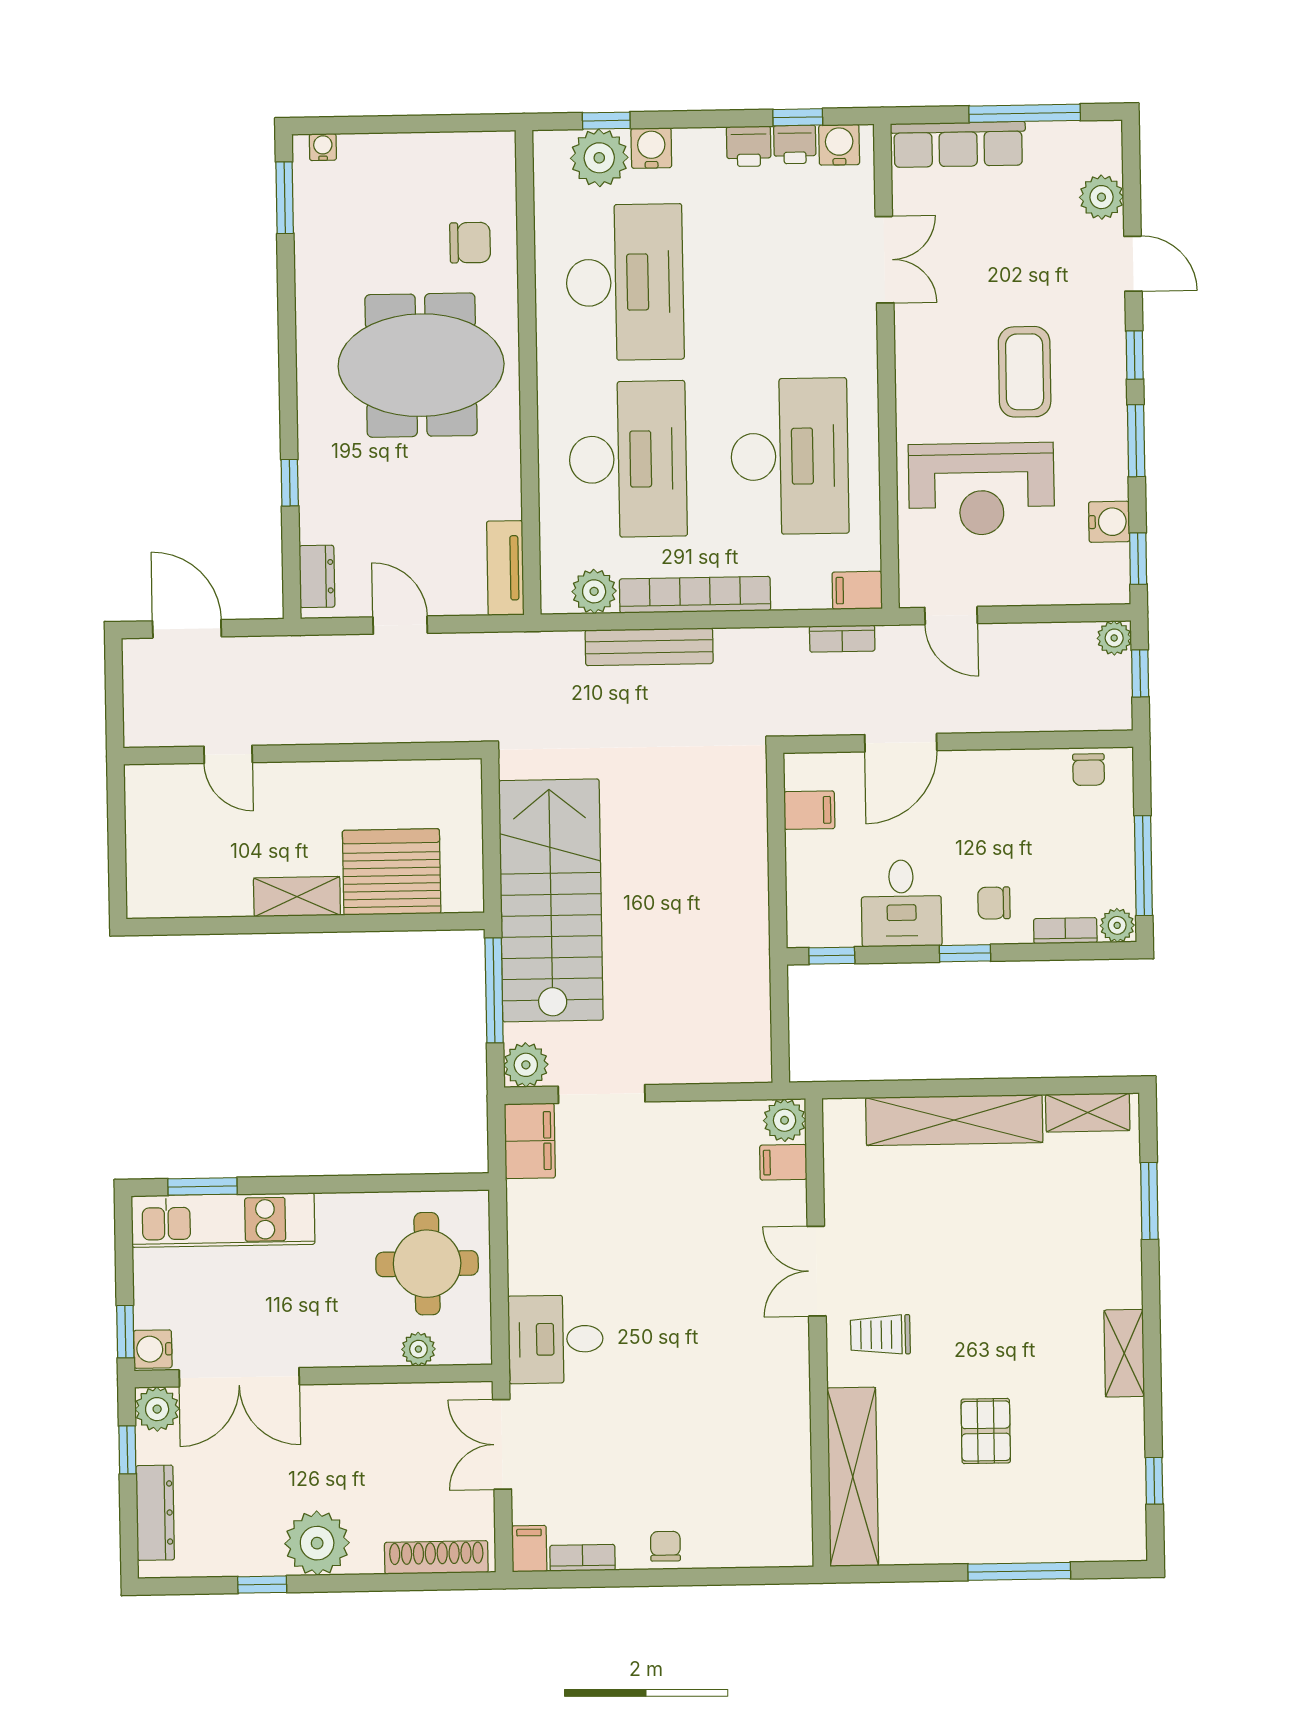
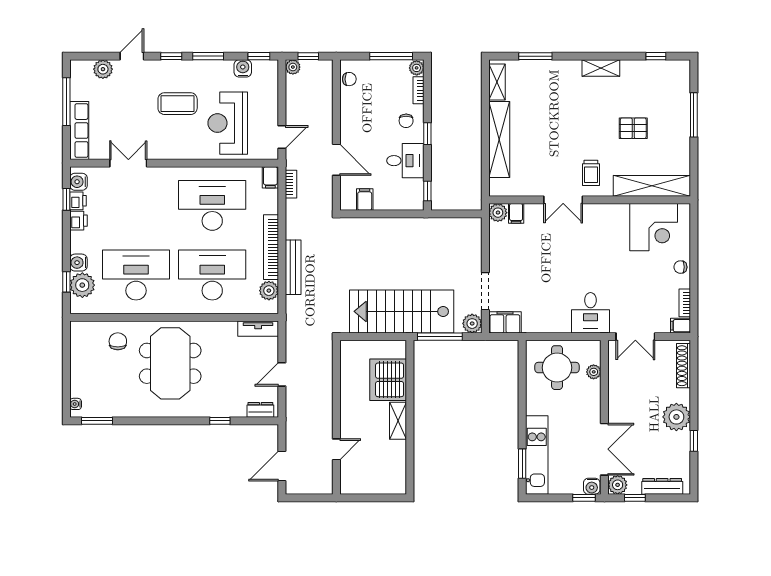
reception desk: (981, 489) -> (228, 123), turned 180
corner desk: (757, 1482) -> (654, 227), added

